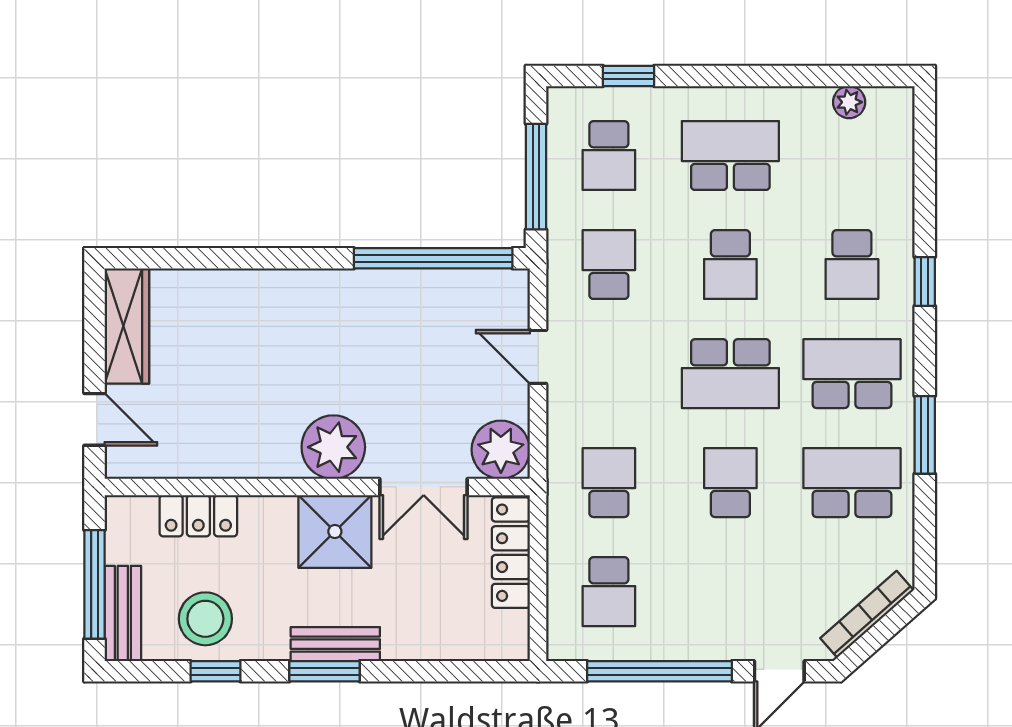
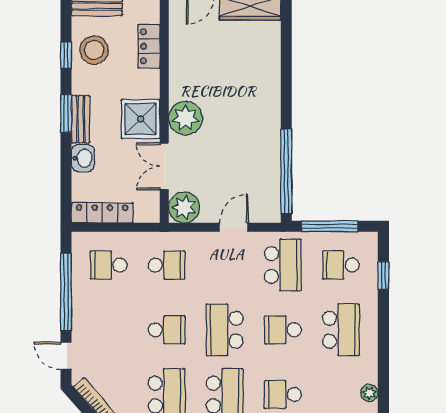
school desk: (609, 265) -> (283, 265), width x1.85
locker: (511, 553) -> (102, 213), moved
washbasin: (408, 640) -> (83, 158), added

